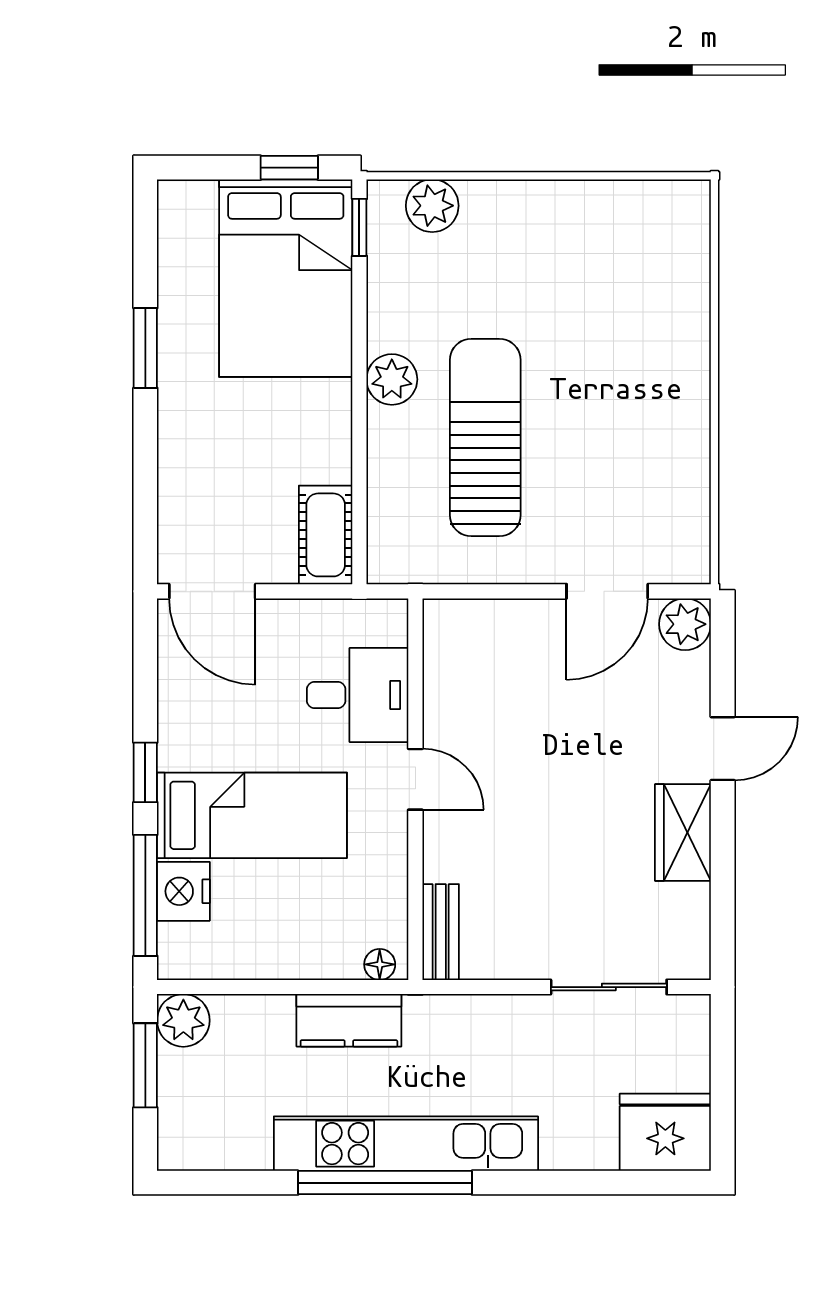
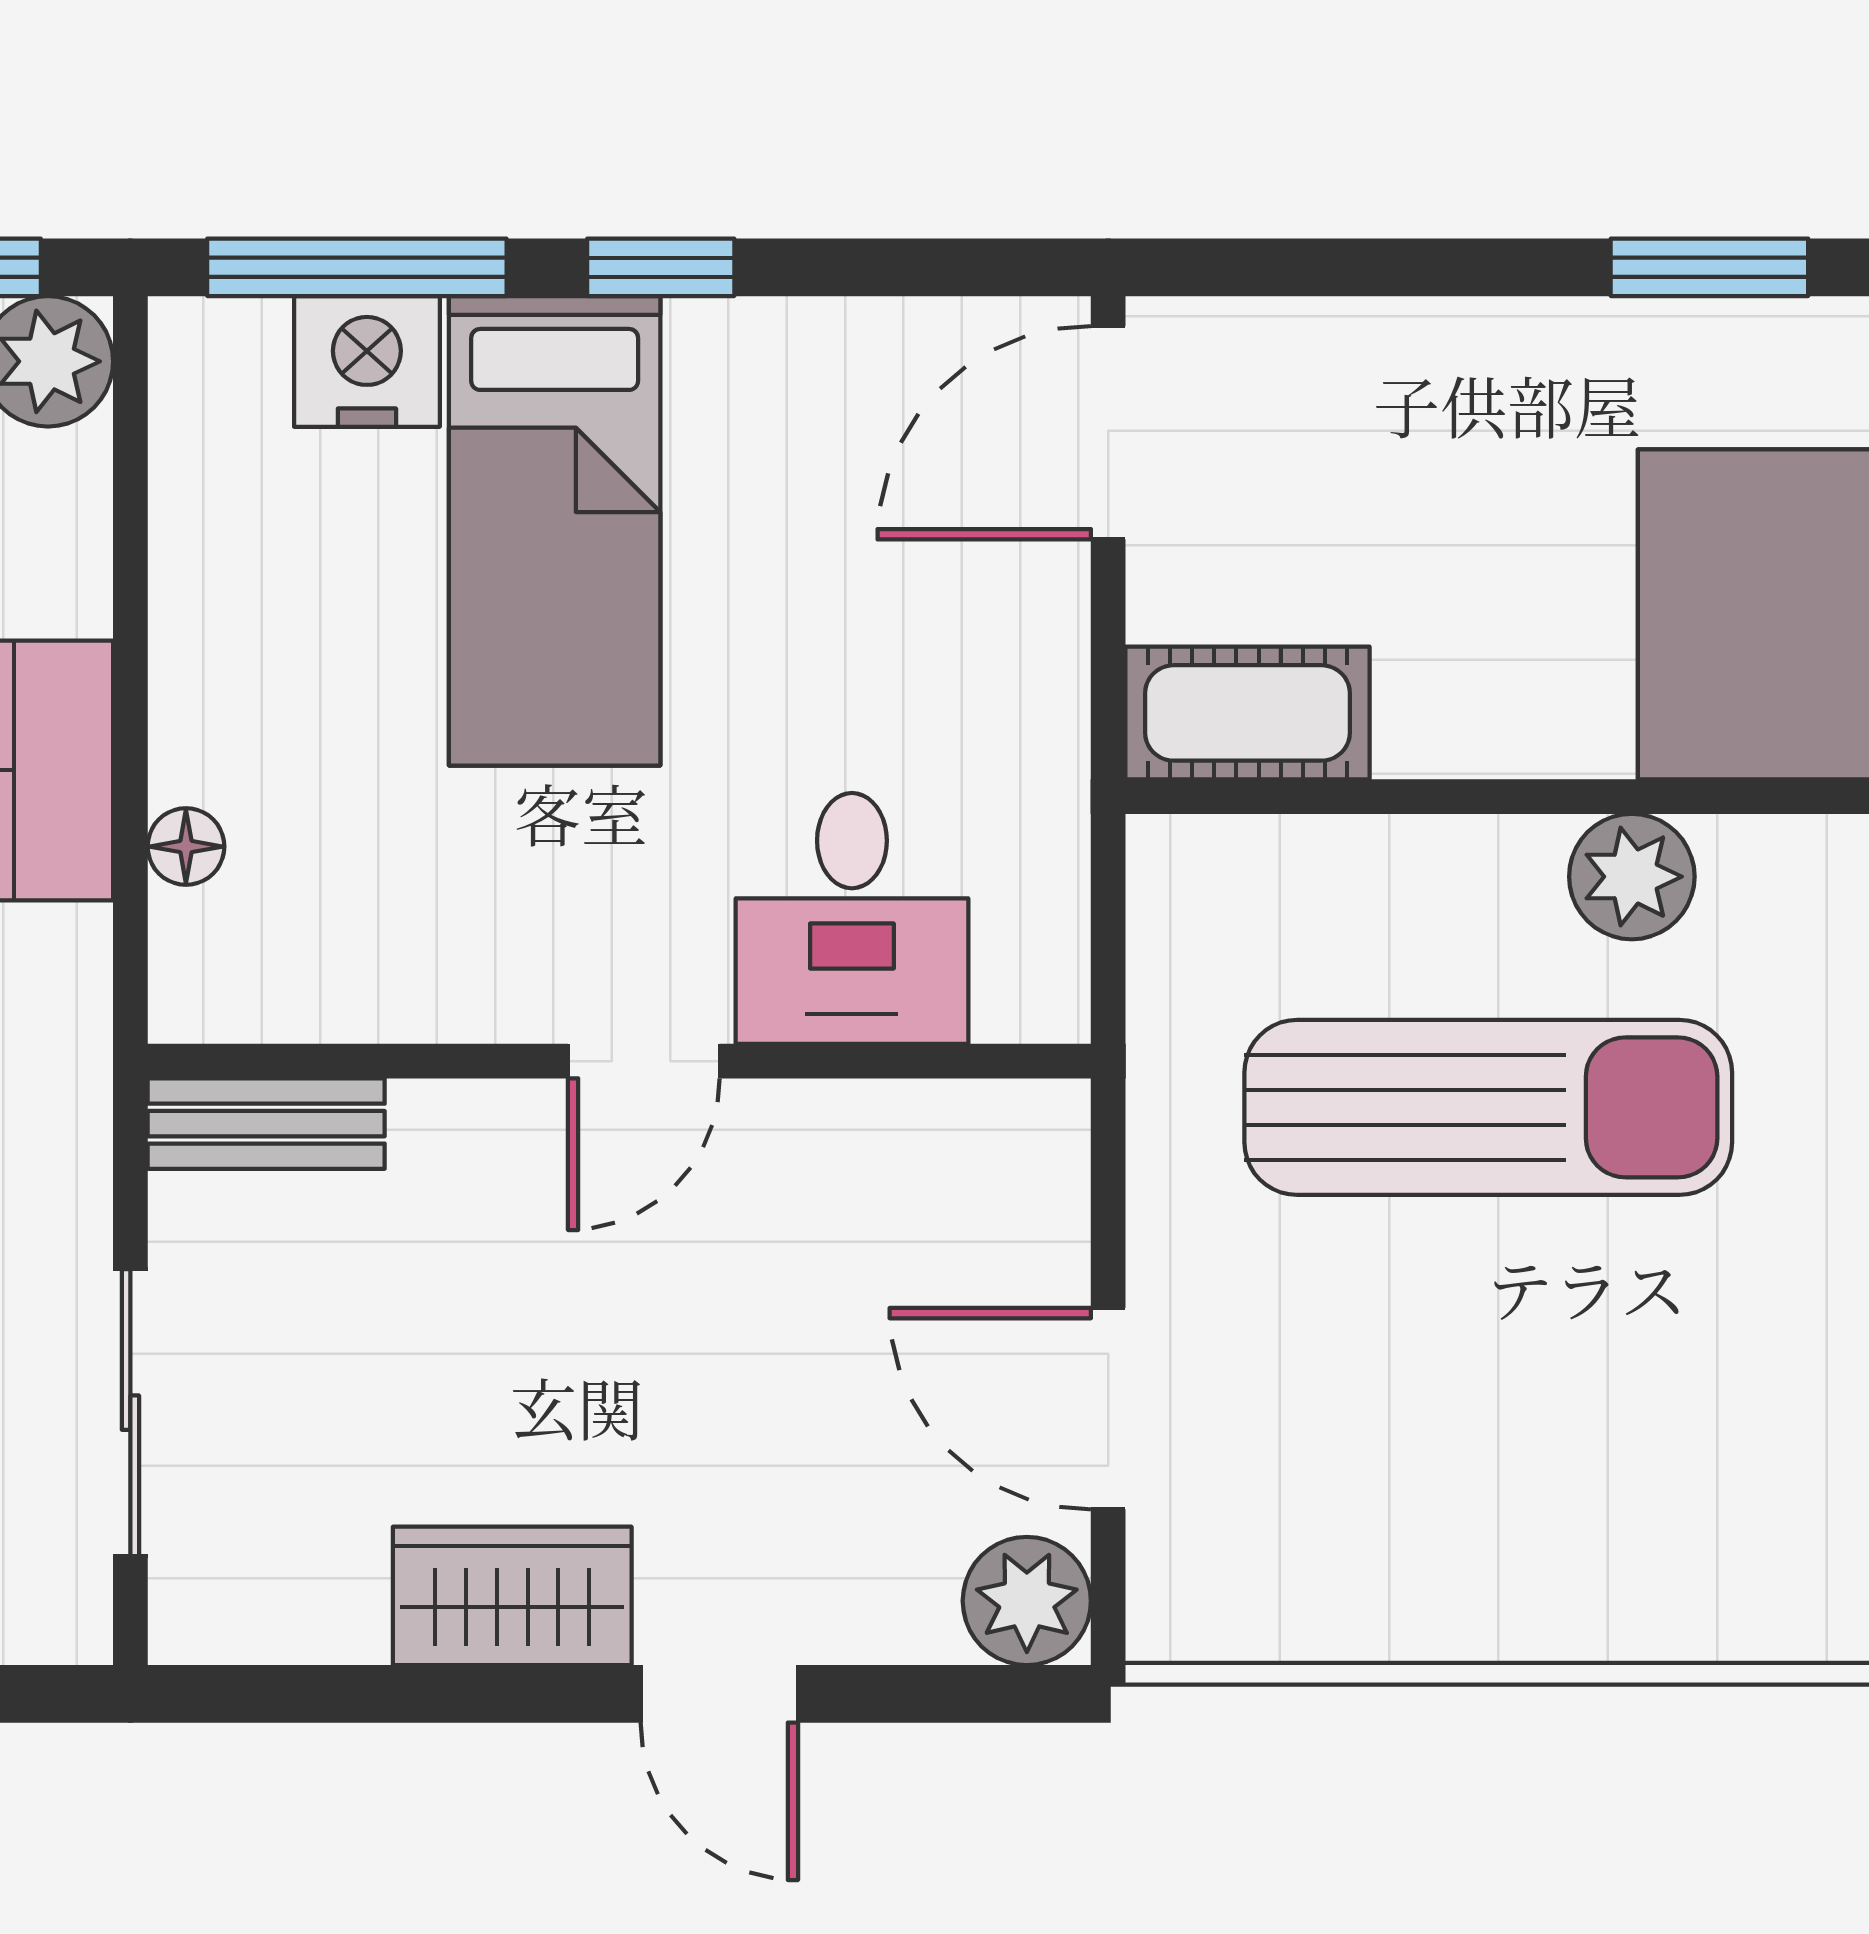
desk: (358, 695) -> (852, 918), moved
door: (415, 779) -> (644, 1061), moved
wall: (415, 789) -> (619, 1061), moved
bench: (441, 932) -> (266, 1124), moved

